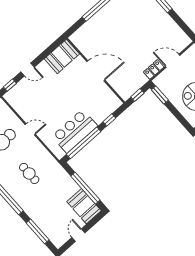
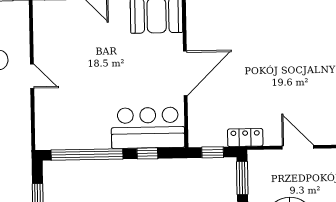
locker: (154, 69) -> (245, 138), moved
door: (96, 71) -> (185, 73), hinge flipped
bar counter: (75, 131) -> (148, 128), moved

